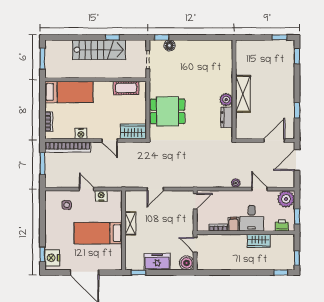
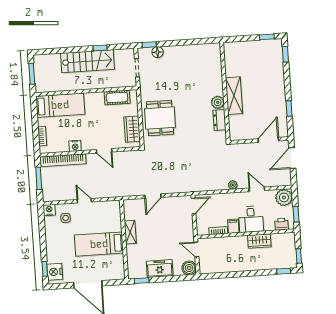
dining table: (168, 111) -> (160, 118), turned 90
wardrobe: (133, 132) -> (132, 129), moved, turned -90
nightstand: (101, 196) -> (49, 210), moved

